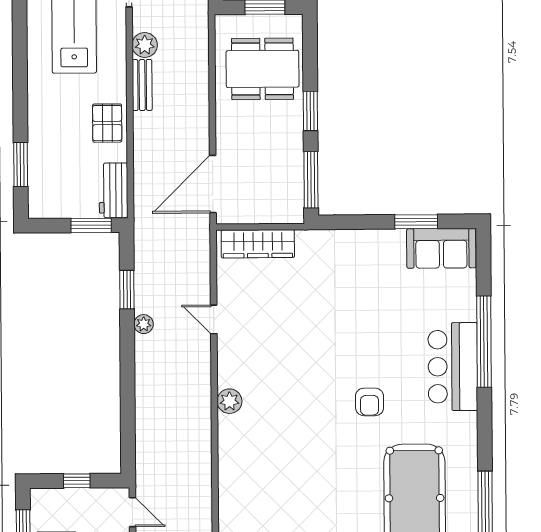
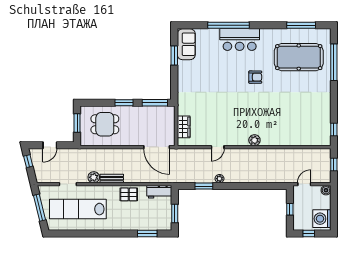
dining table: (262, 69) -> (105, 124), width x0.73
window: (91, 225) -> (175, 213), moved
wardrobe: (258, 244) -> (184, 127), width x0.67

